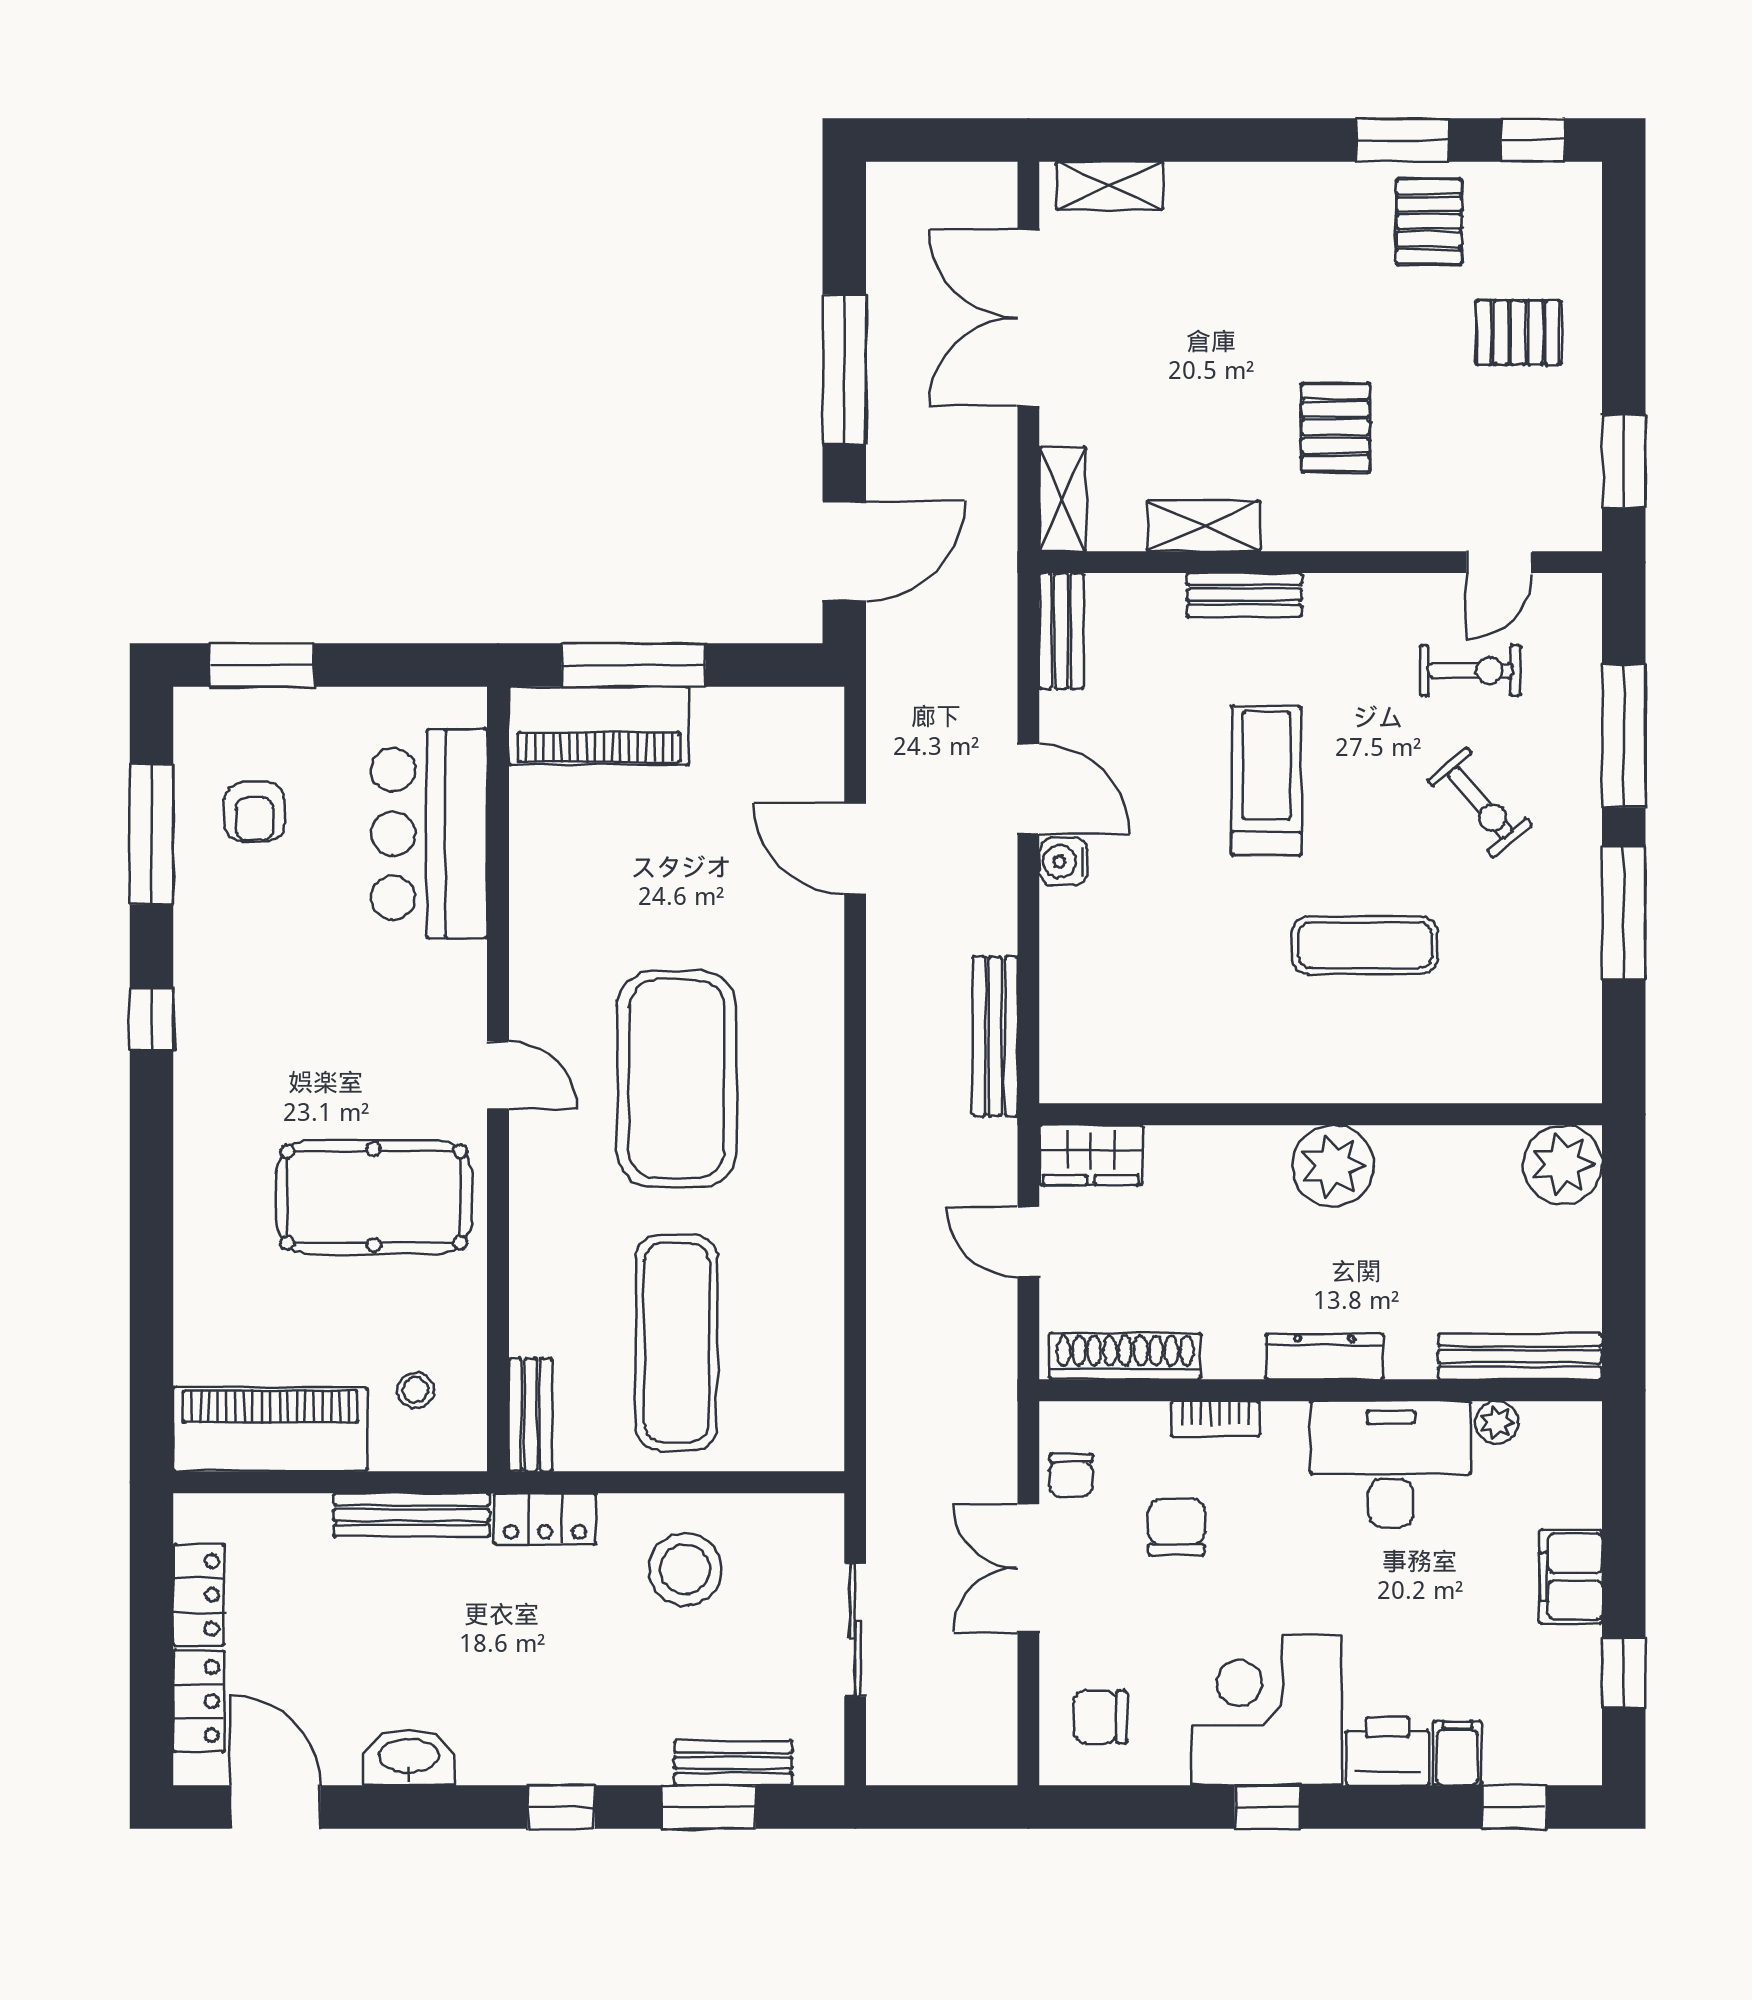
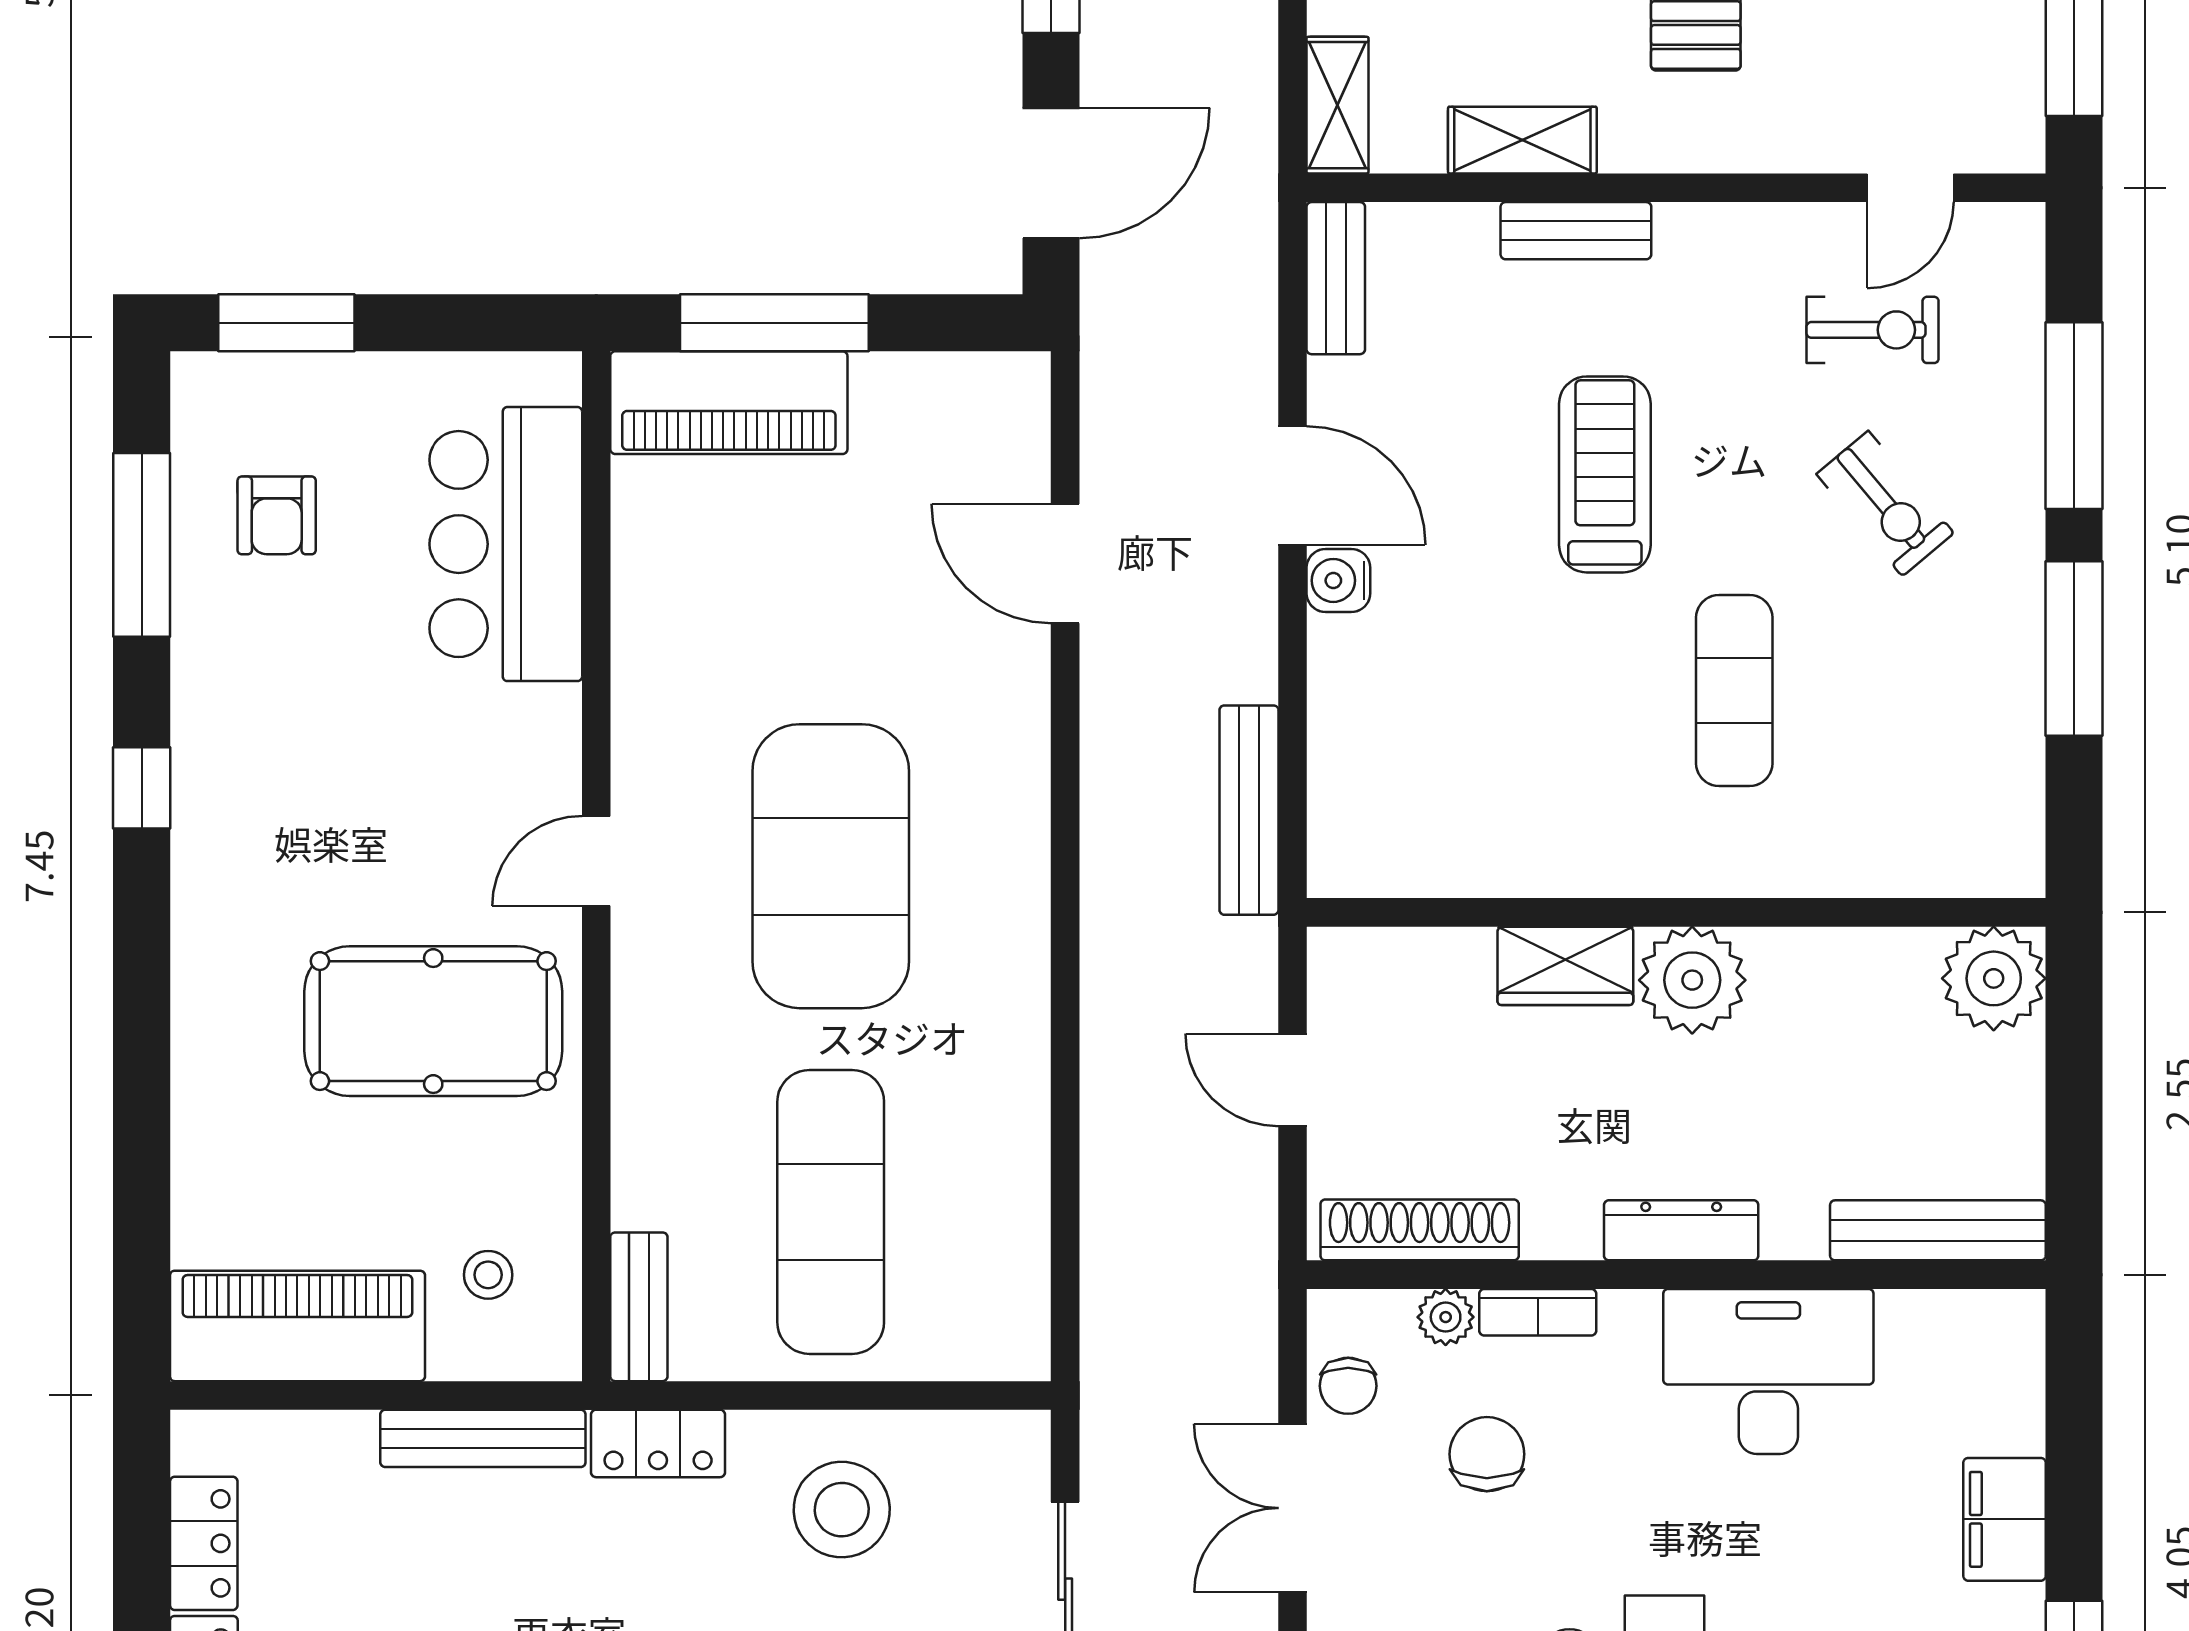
exercise mat: (1365, 945) -> (1734, 690), turned 90
door: (498, 1075) -> (596, 861), swing flipped
wardrobe: (1091, 1155) -> (1565, 966), moved
plant: (1497, 1423) -> (1446, 1317), moved

